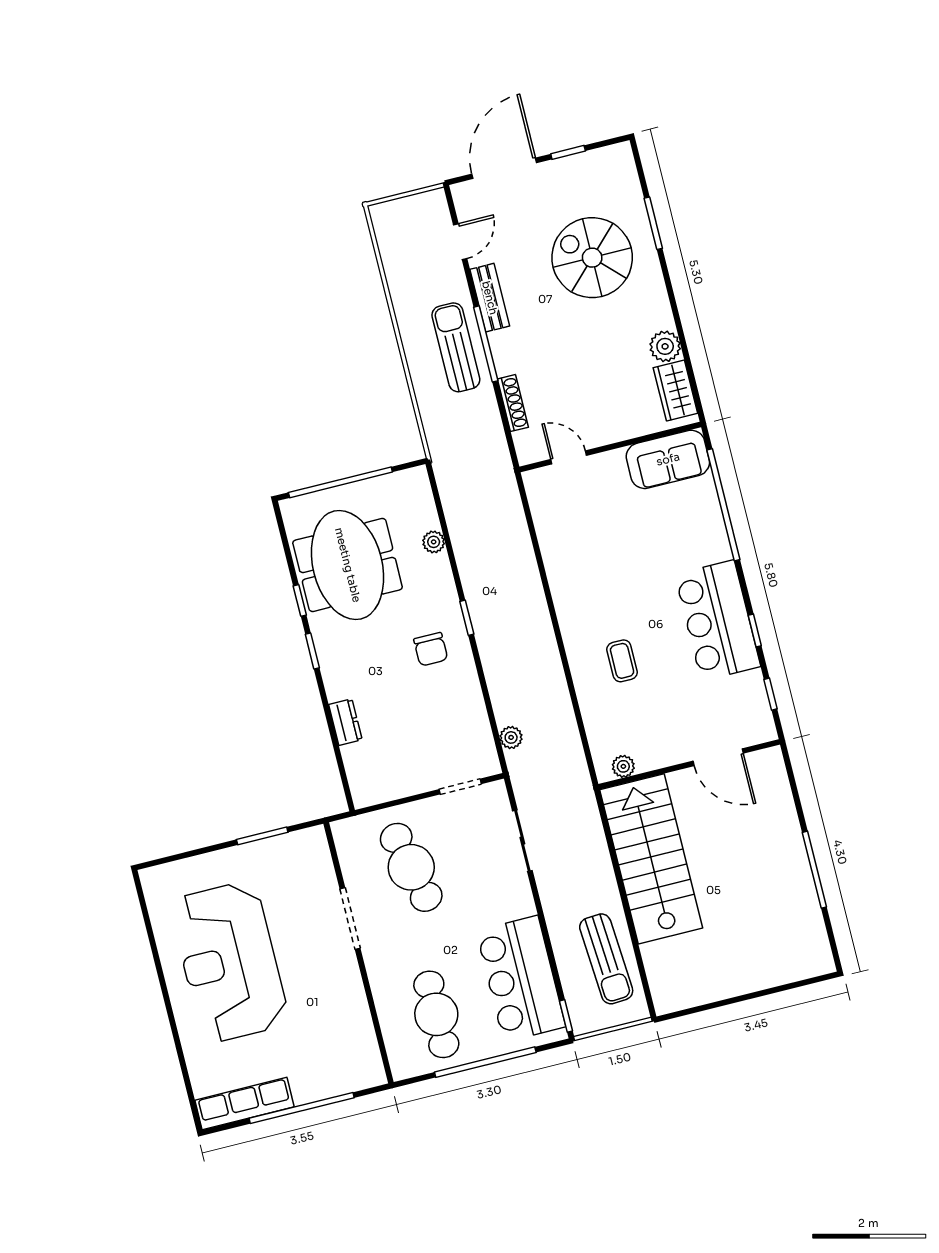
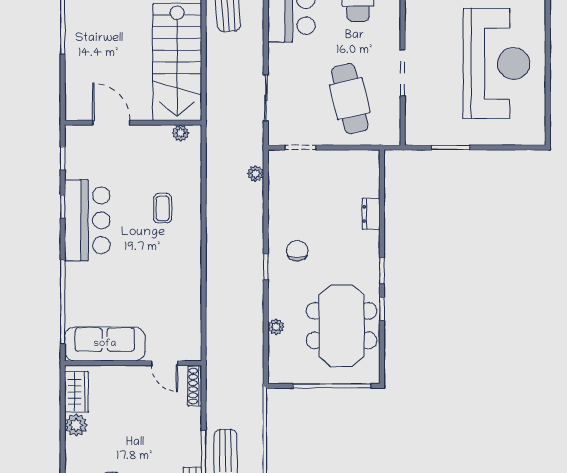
shoe rack: (513, 403) -> (195, 386), moved
sofa: (668, 459) -> (105, 344), width x1.36

